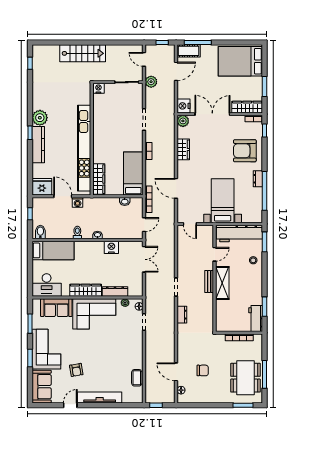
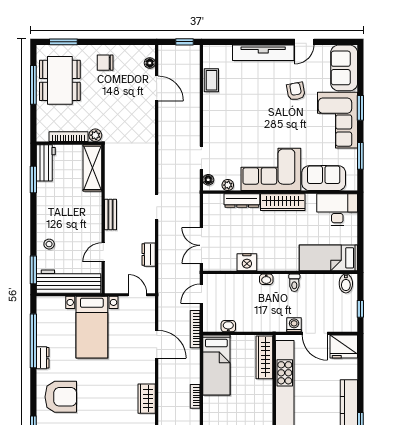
shelving: (222, 283) -> (92, 168), moved
dresser: (182, 315) -> (149, 255), moved
plant: (220, 338) -> (95, 135), added
chair: (203, 370) -> (105, 63), moved

